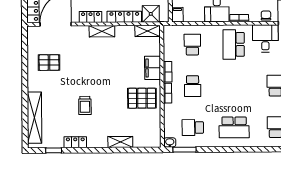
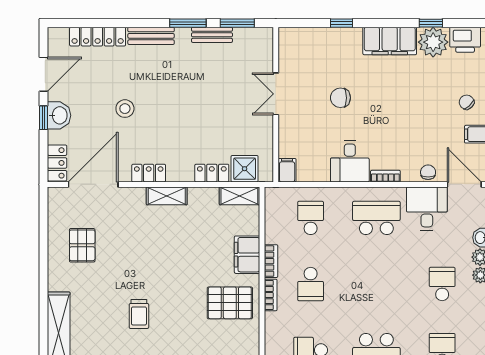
locker: (124, 17) -> (212, 173), width x0.66
school desk: (234, 44) -> (376, 218), turned 90
pallet: (49, 63) -> (82, 245), turned 90

